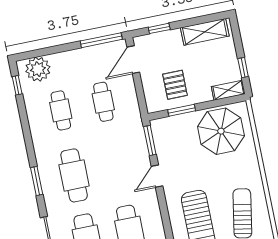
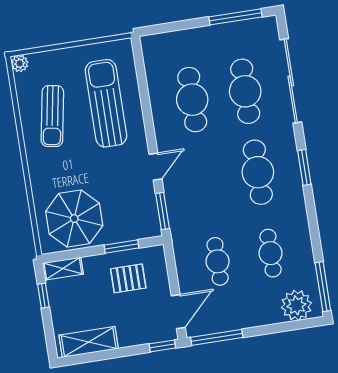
window: (159, 28) -> (162, 346), moved
window: (17, 85) -> (323, 287), width x2.17
pallet: (175, 85) -> (128, 278), turned 90

